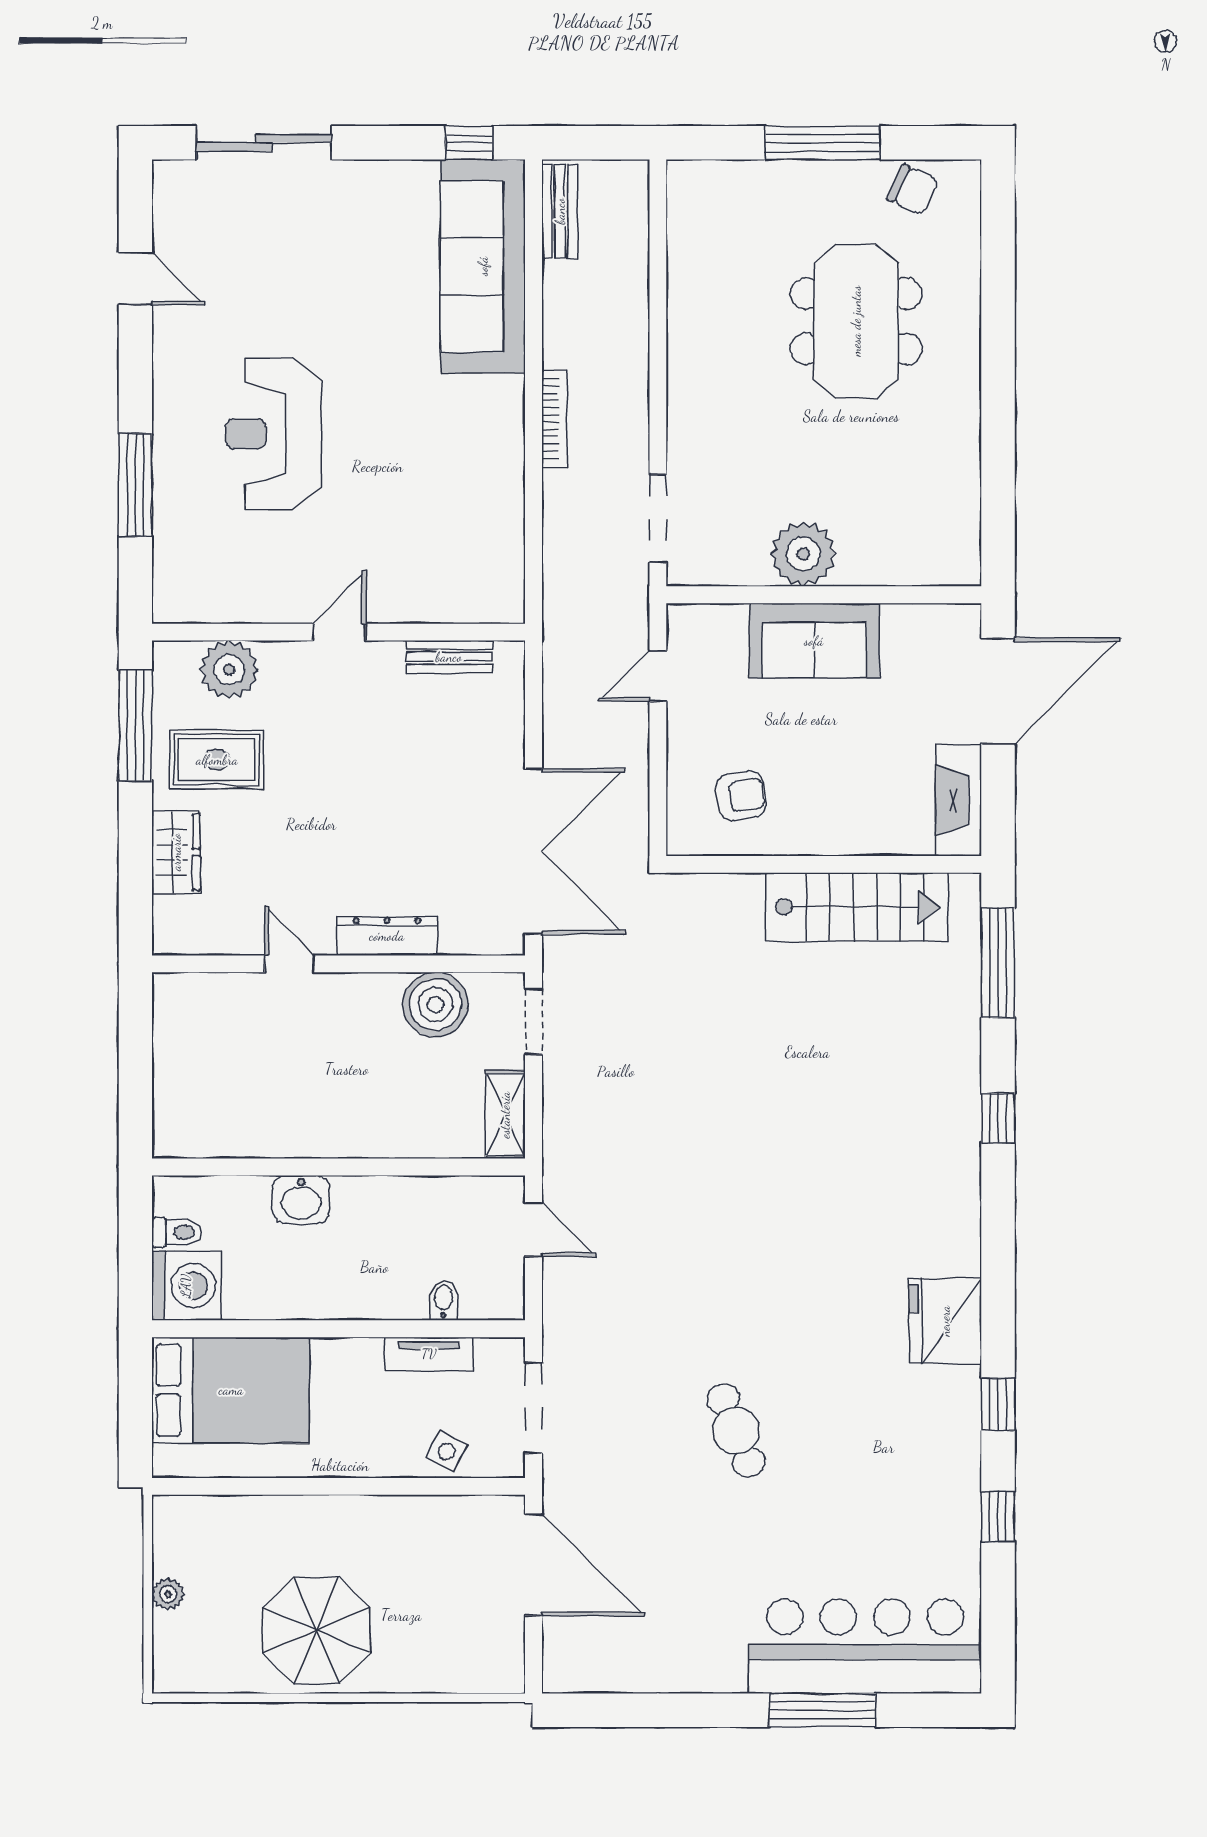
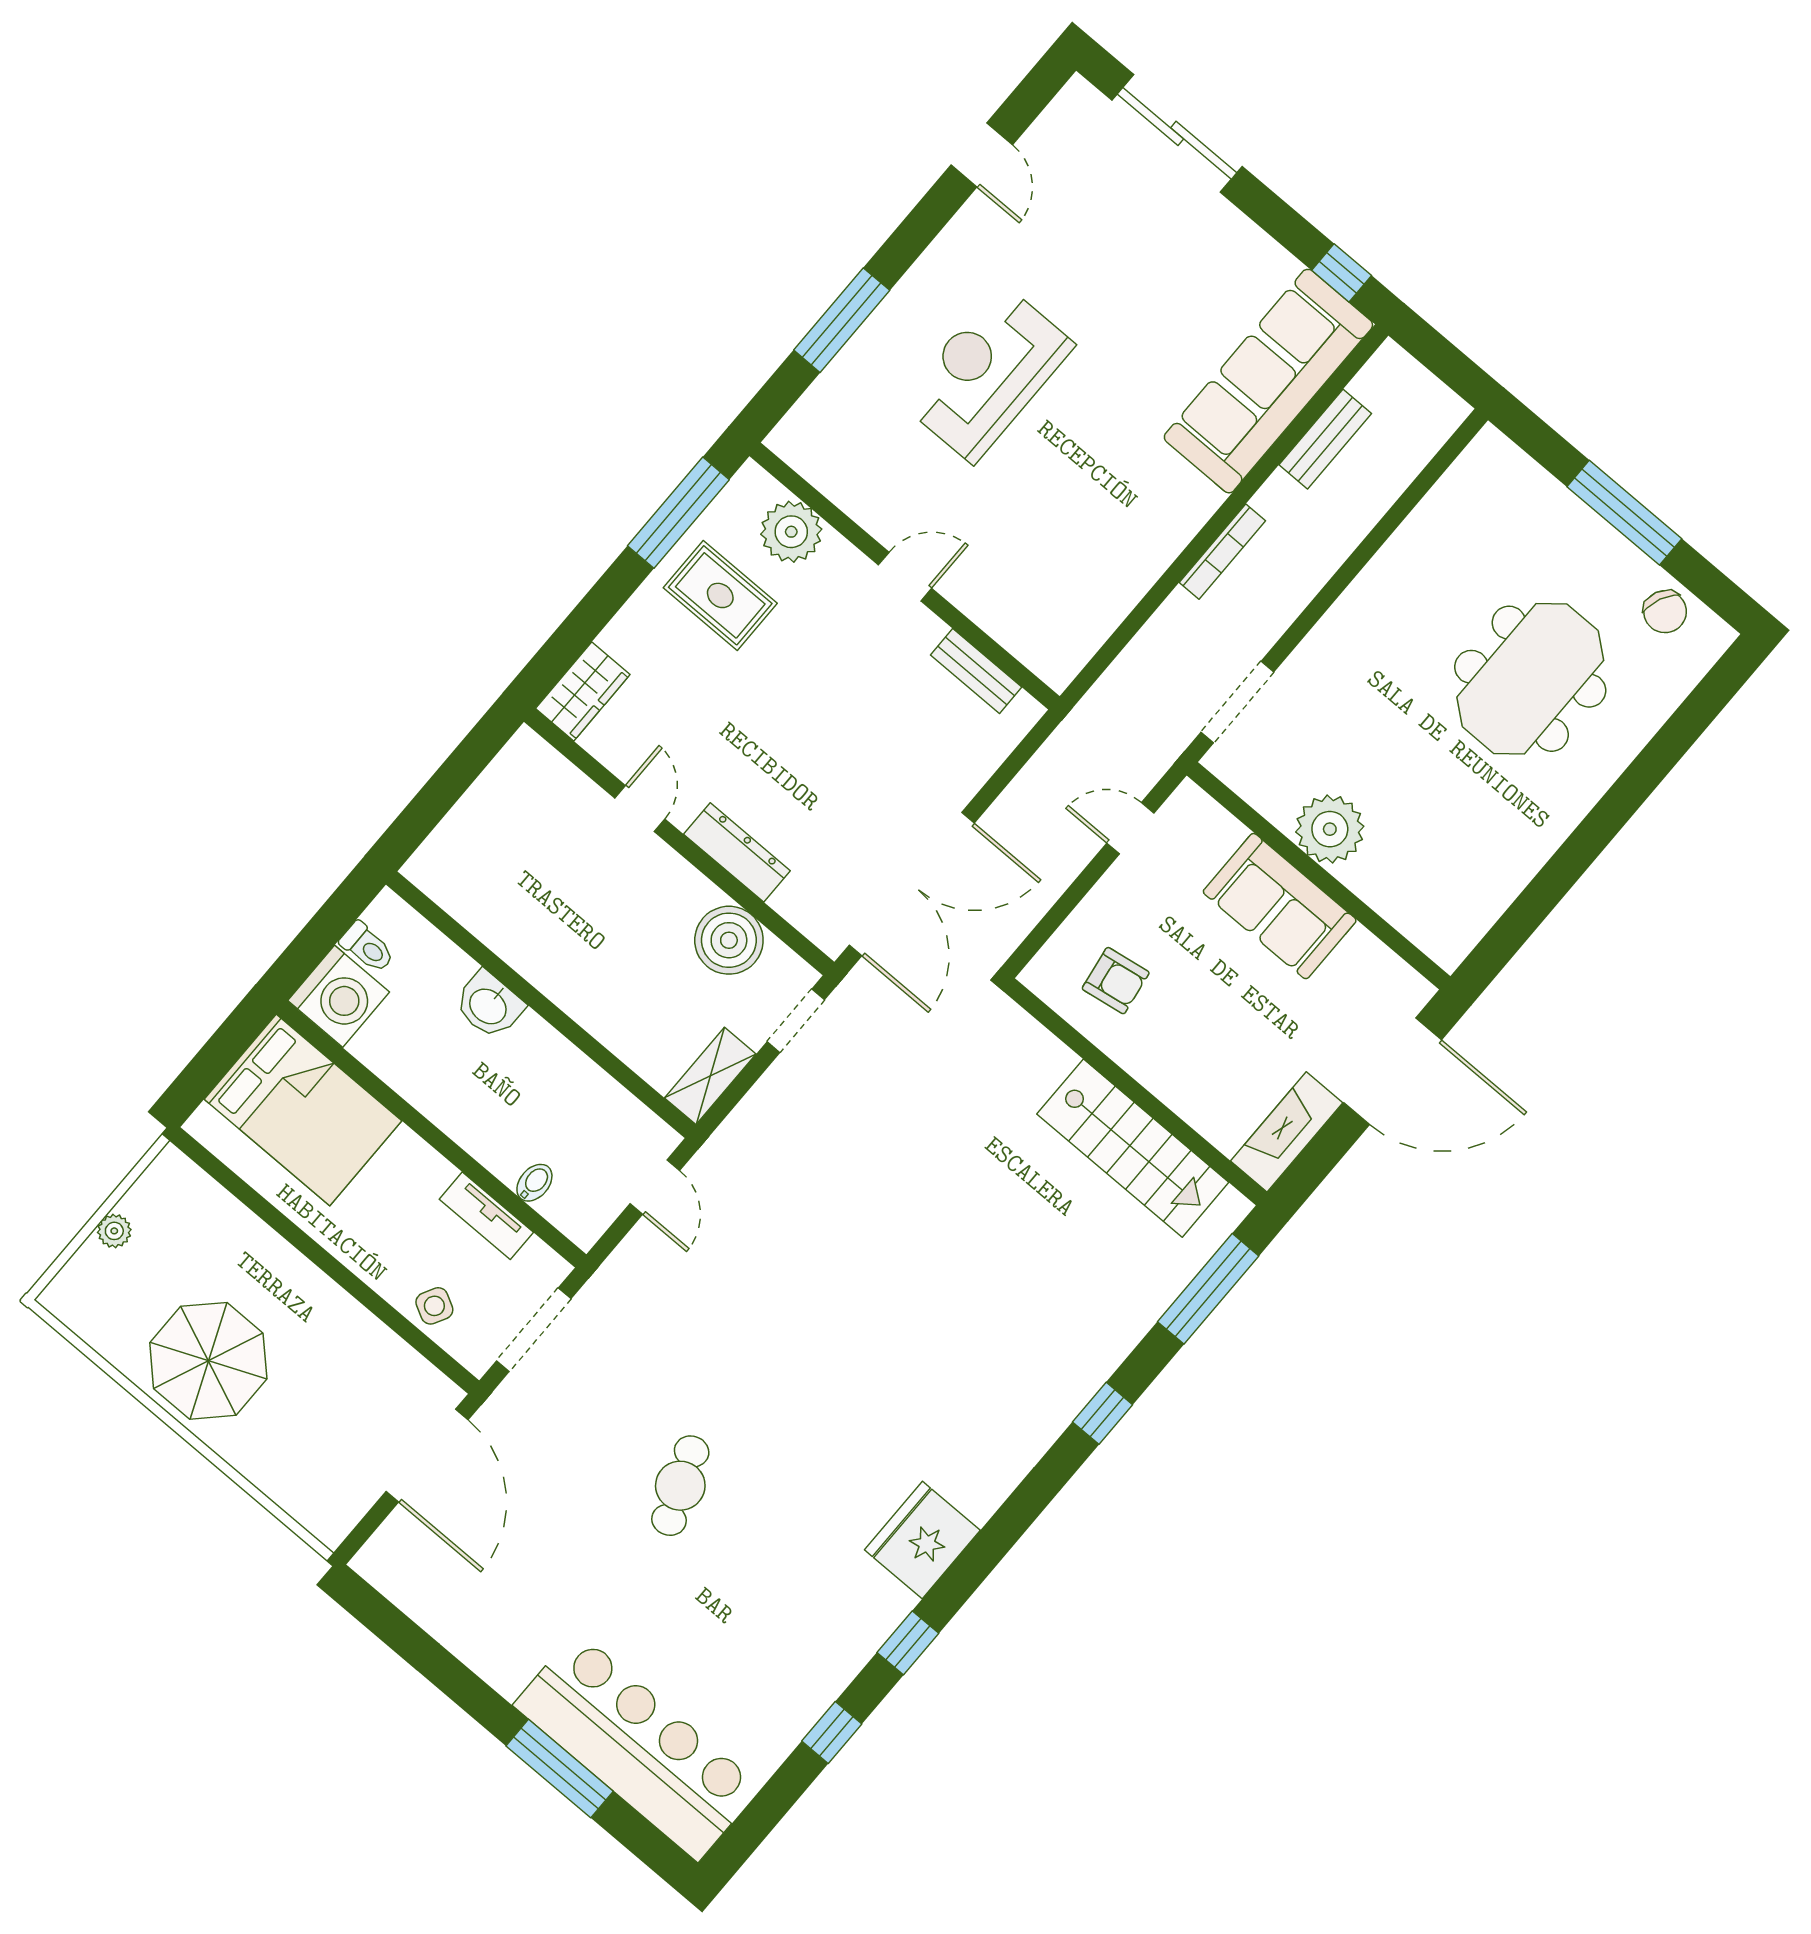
bench: (560, 211) -> (1325, 439), moved
wardrobe: (176, 852) -> (583, 692), moved

